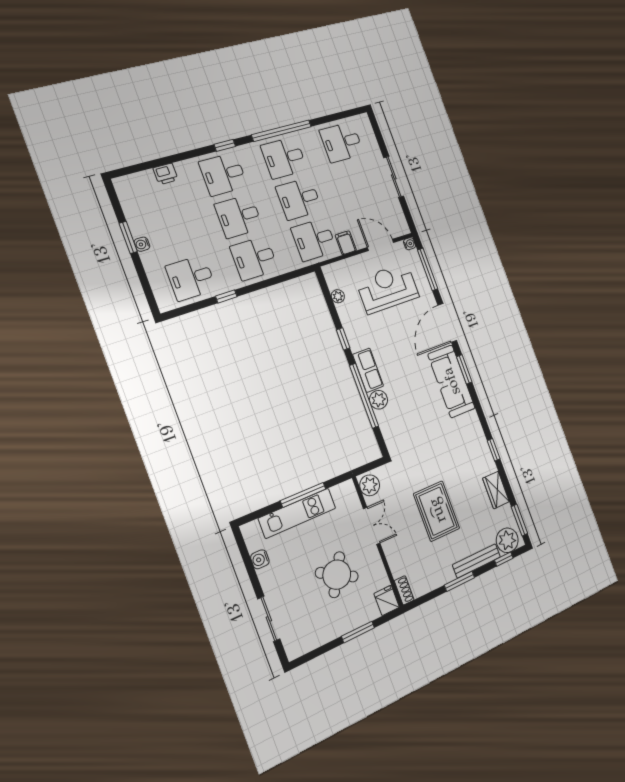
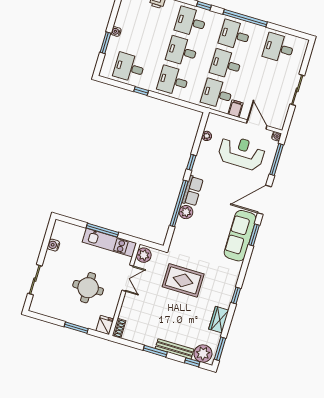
window: (128, 237) -> (105, 43), moved
rug: (437, 511) -> (183, 280), moved, turned 90
kitchen unit: (297, 513) -> (109, 243), moved
round table: (337, 575) -> (88, 288), turned -30

